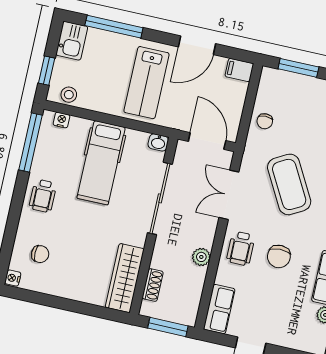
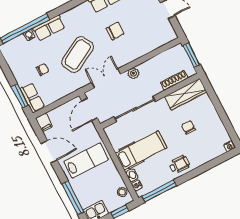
chair: (265, 121) -> (42, 70), moved
washbasin: (158, 142) -> (132, 175), moved
double door: (229, 195) -> (106, 78), swing flipped
wheelchair: (241, 248) -> (126, 52), removed
chair: (40, 254) -> (188, 127), moved
plant: (201, 257) -> (133, 73), moved
shoe rack: (153, 285) -> (174, 80), width x1.43
row of seats: (219, 309) -> (32, 98), moved, turned 90

